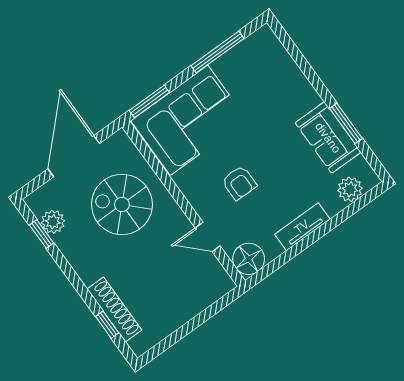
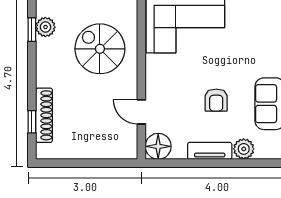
armchair: (239, 183) -> (216, 100), moved
plant: (350, 189) -> (244, 149), moved

